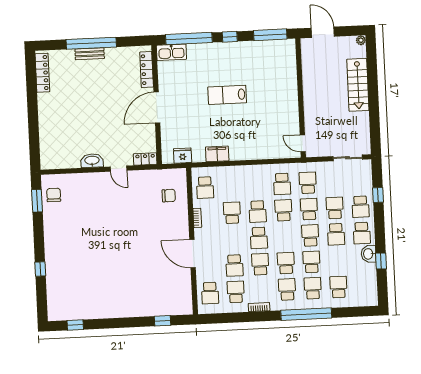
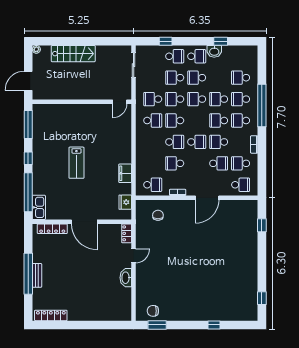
school desk: (336, 234) -> (197, 78), turned 180

